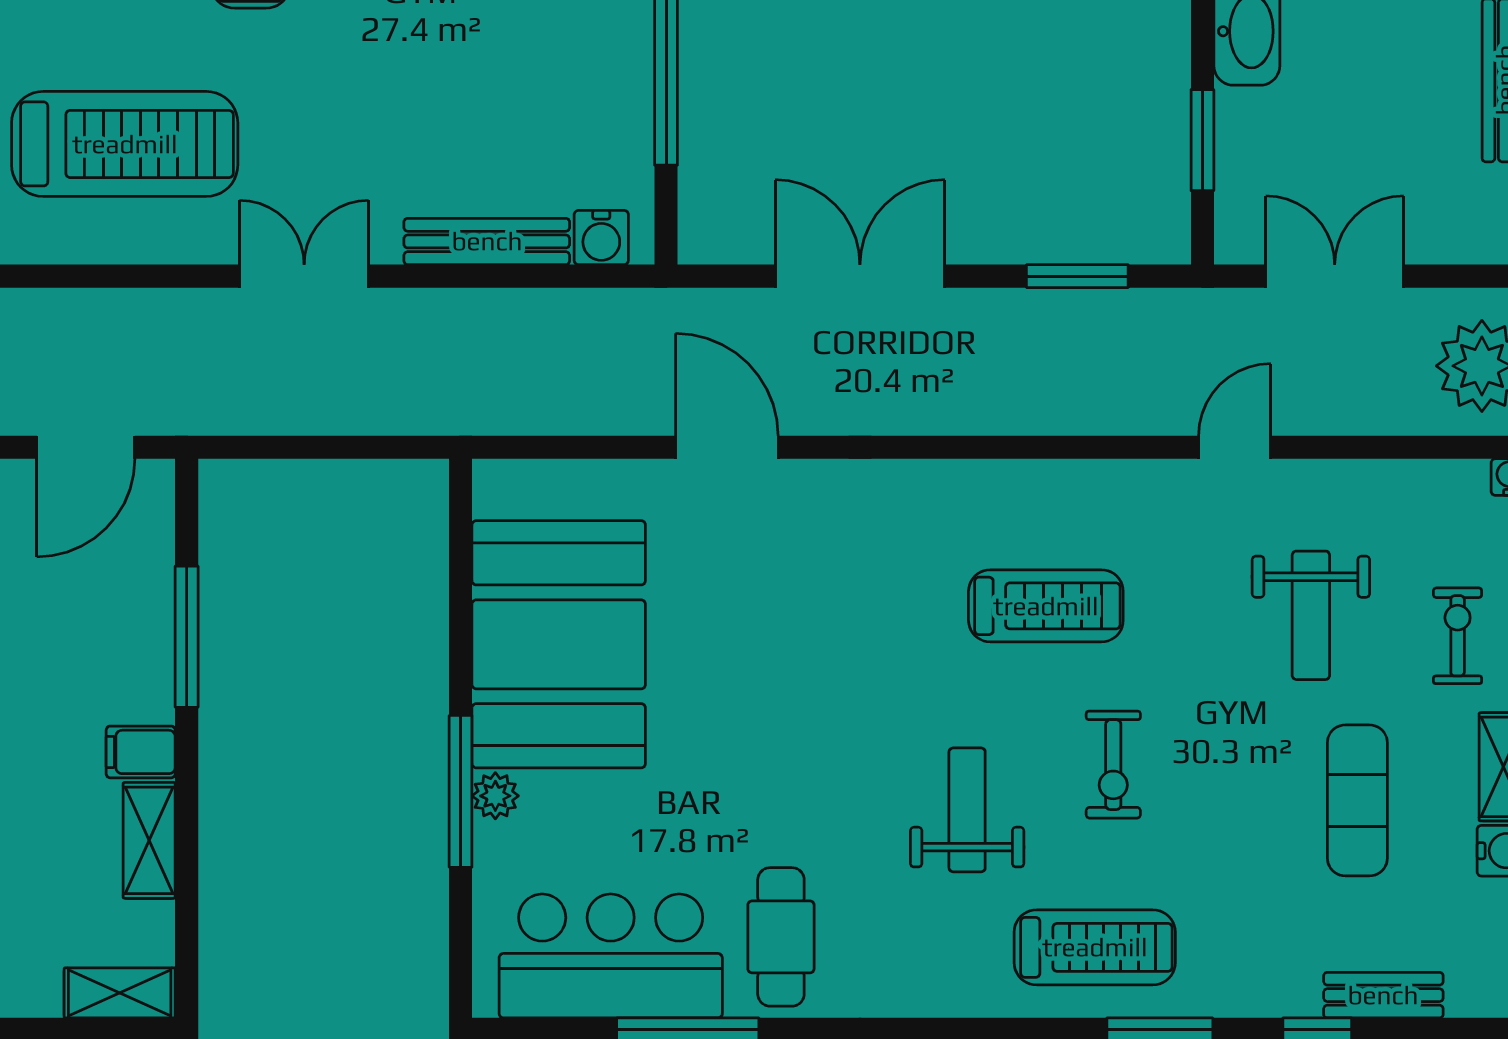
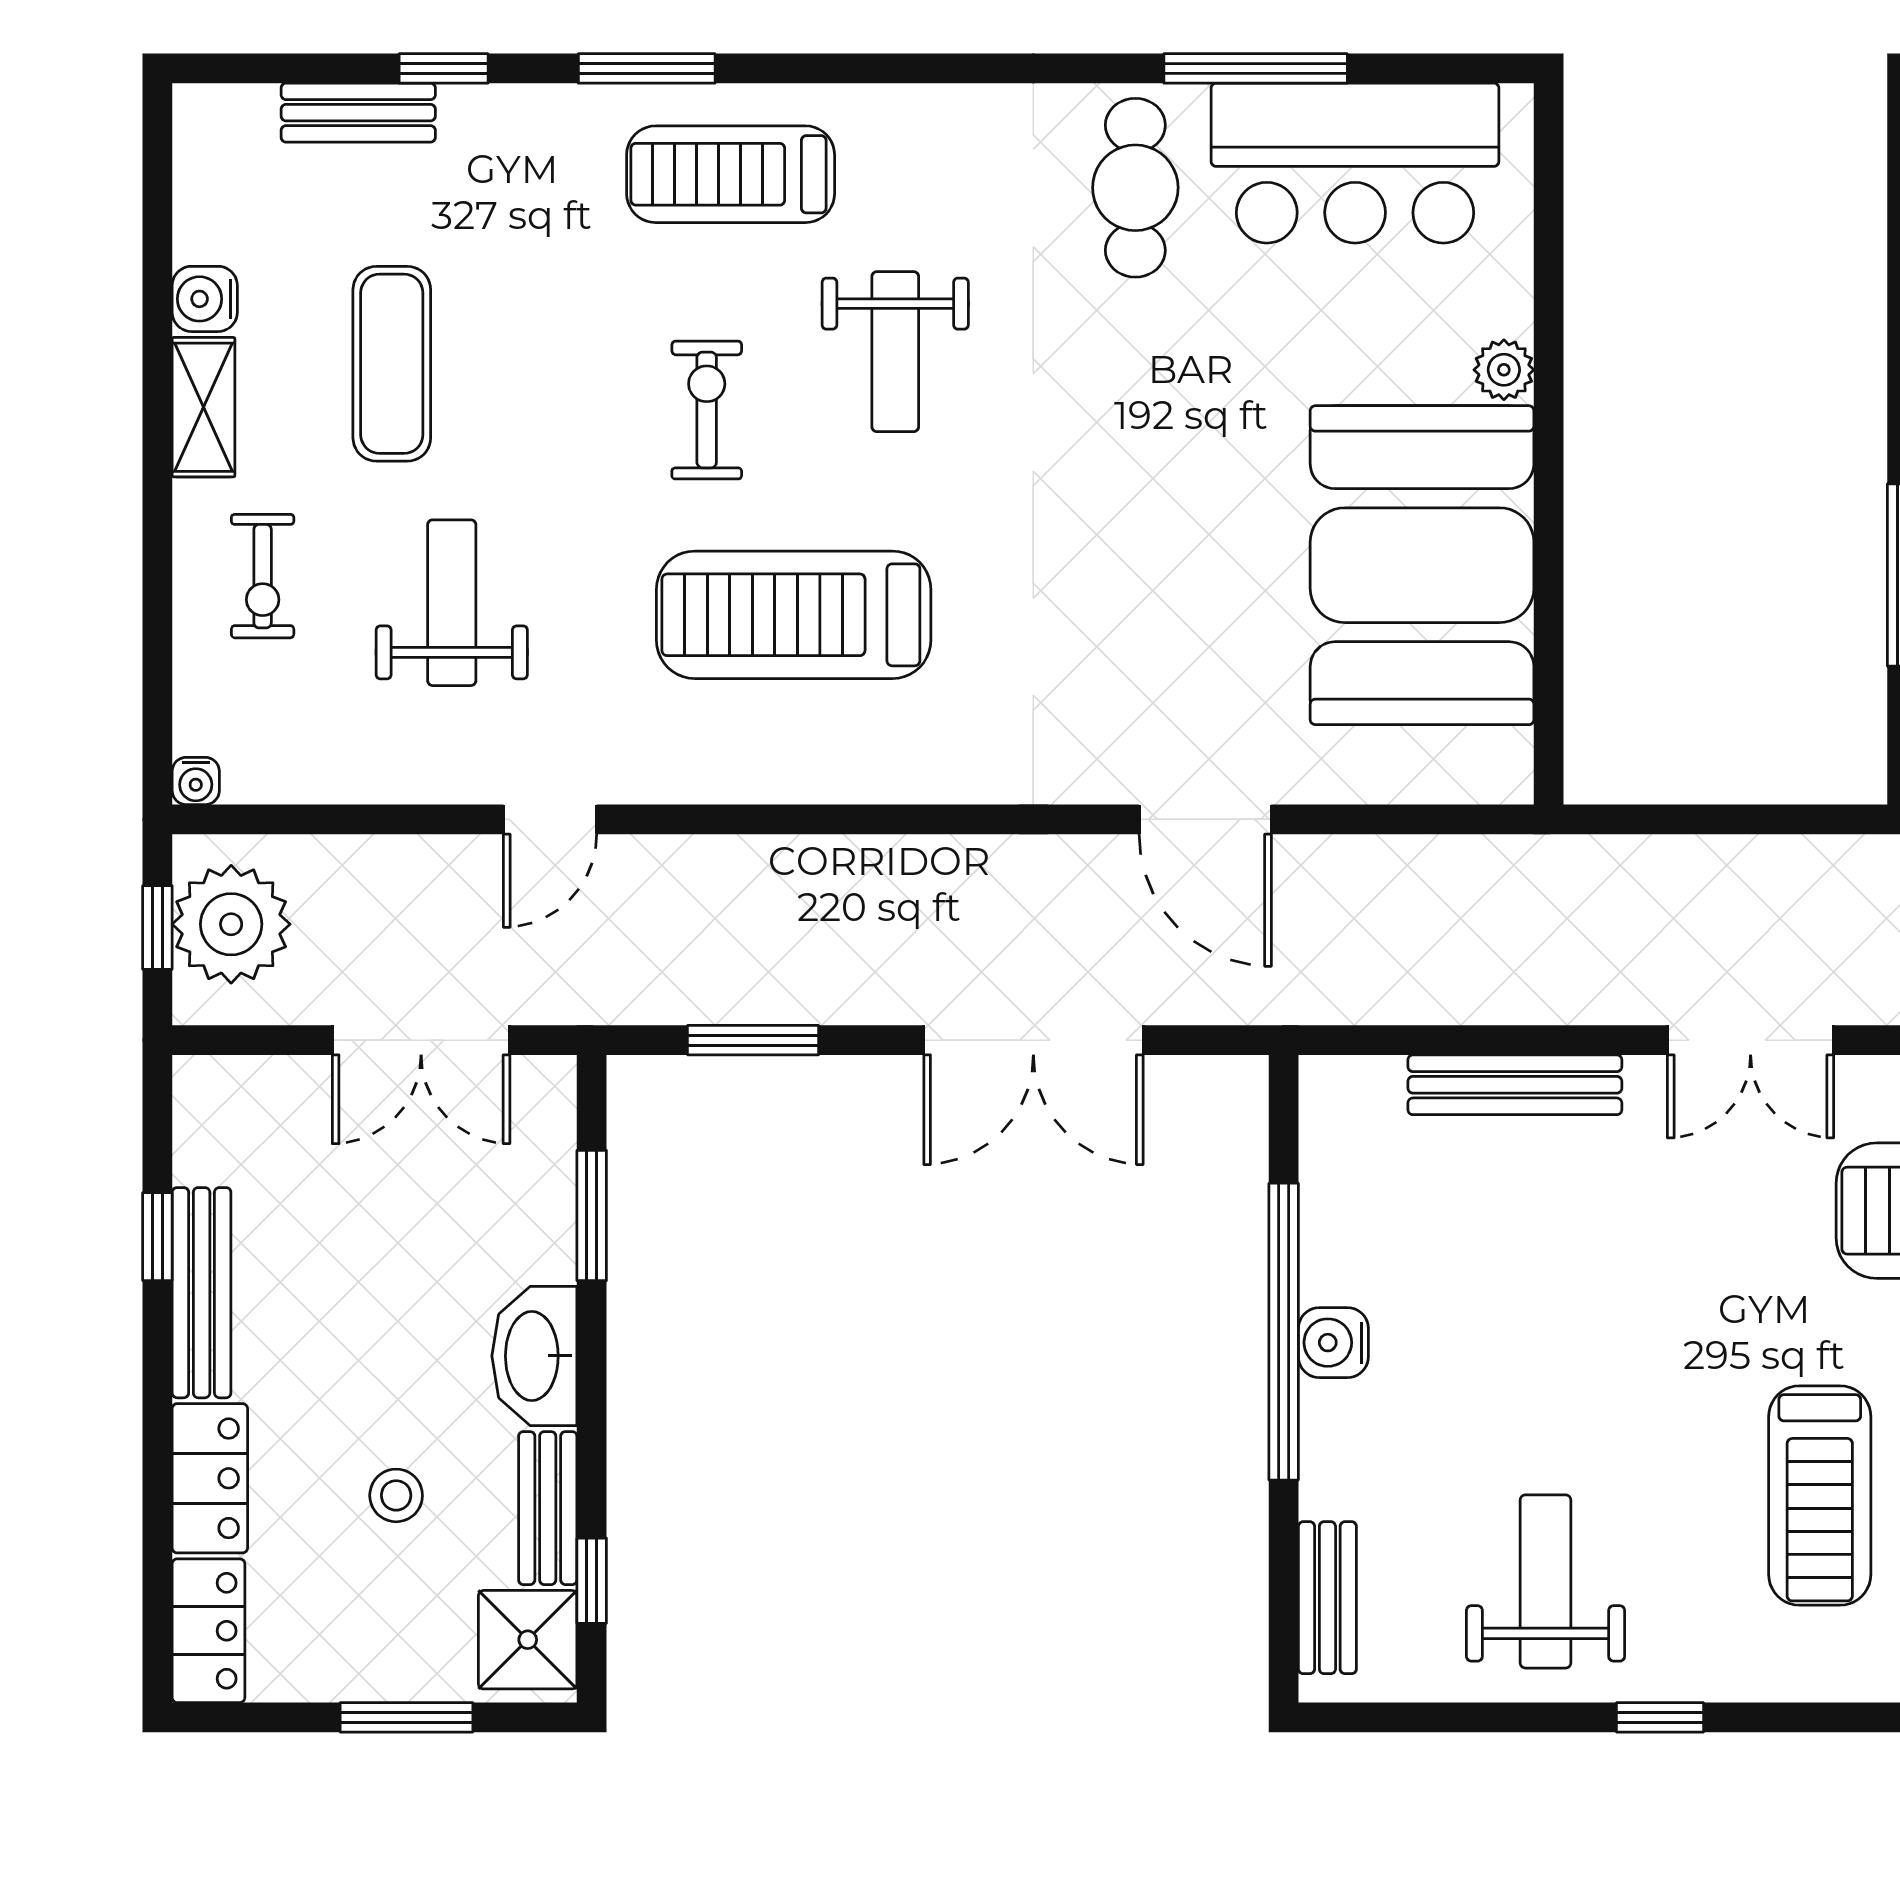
water cooler: (601, 238) -> (1333, 1343), moved, turned -90
treadmill: (1046, 606) -> (794, 615), width x1.37, depth x1.38
window: (461, 791) -> (1549, 375), removed

